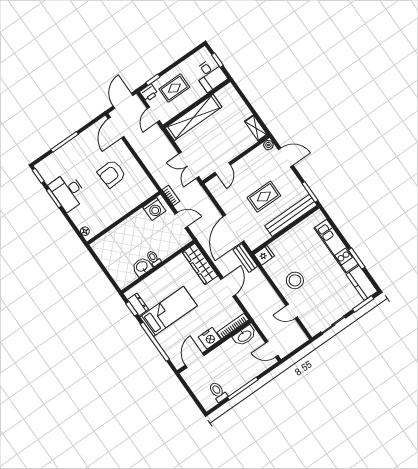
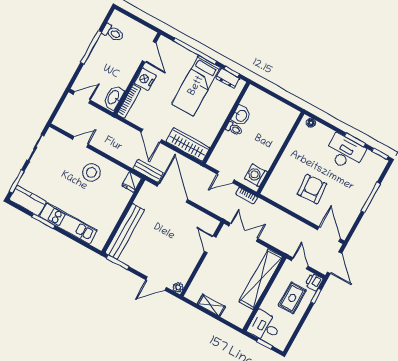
shelving: (256, 128) -> (211, 305), moved
rug: (264, 197) -> (159, 237), removed

